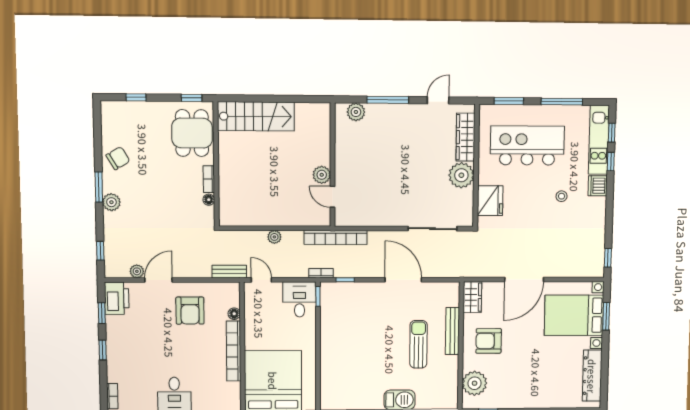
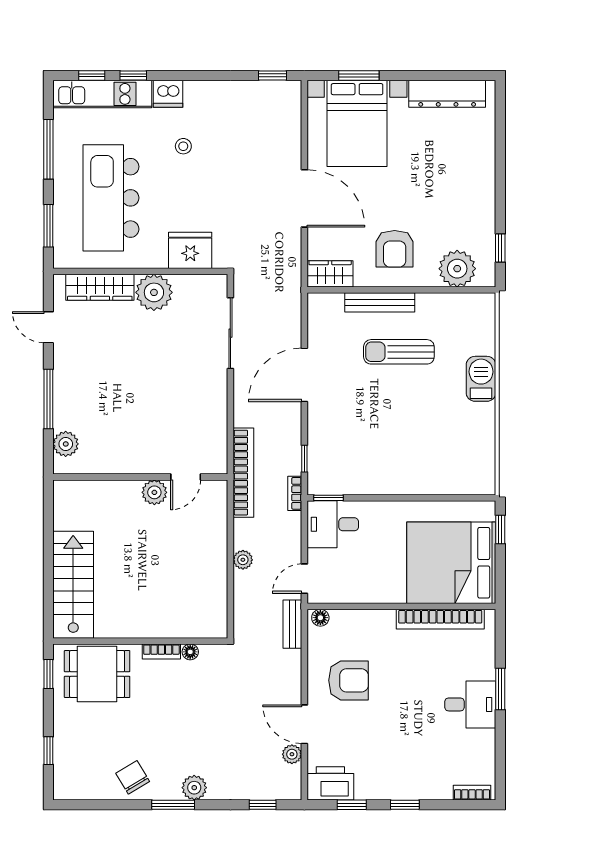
floor lamp: (234, 314) -> (320, 618), moved
bookcase: (234, 351) -> (440, 619), moved

